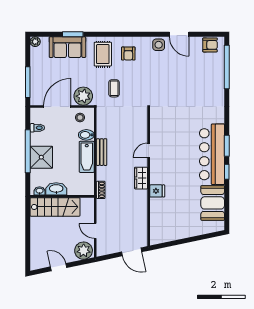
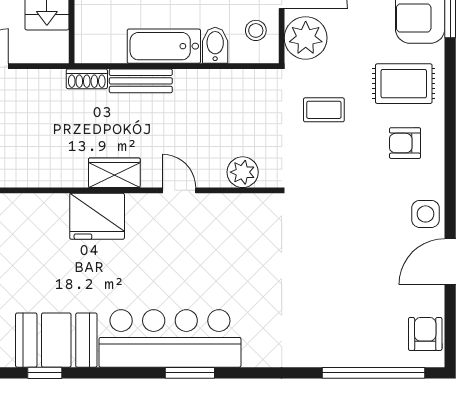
armchair: (210, 45) -> (425, 334), turned 180
plant: (141, 123) -> (243, 172), added
bench: (102, 152) -> (141, 81), moved
window: (227, 172) -> (45, 373), moved
fridge: (157, 191) -> (97, 216), width x1.88, depth x1.34

